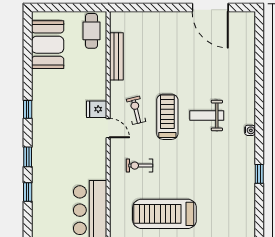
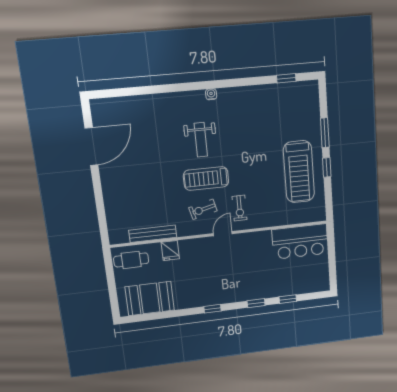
fridge: (97, 109) -> (170, 251), moved
exercise bike: (139, 166) -> (239, 208), moved
window: (259, 174) -> (286, 78), moved

